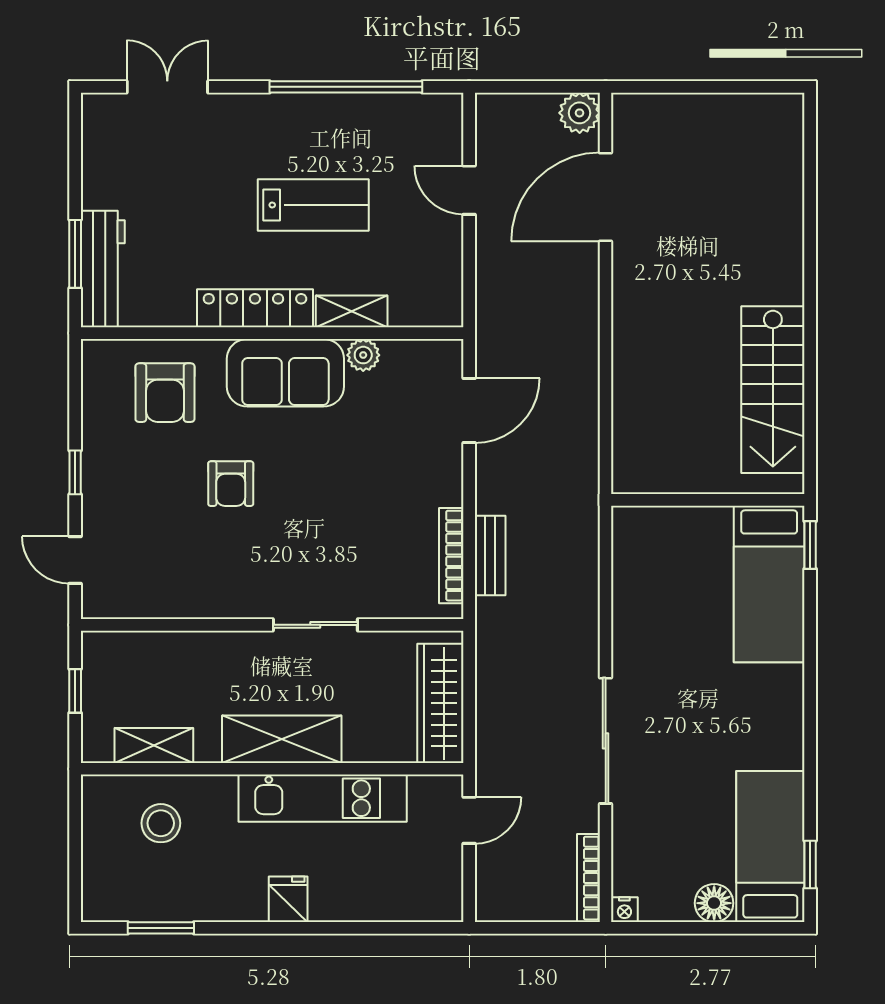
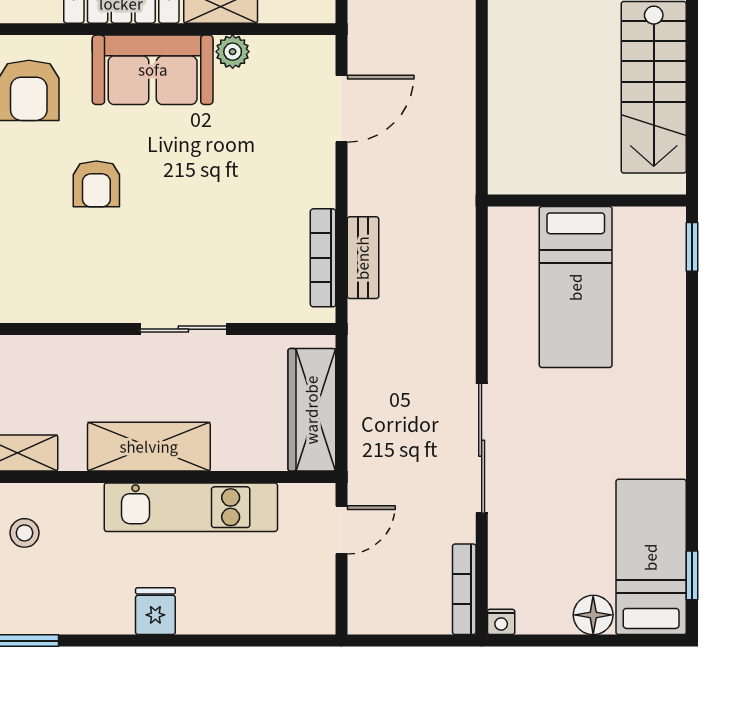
bed: (769, 584) -> (576, 287), moved
stool: (161, 823) -> (24, 533), width x0.73, depth x0.73

